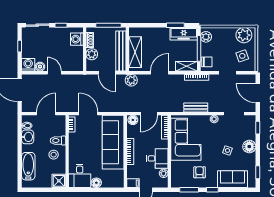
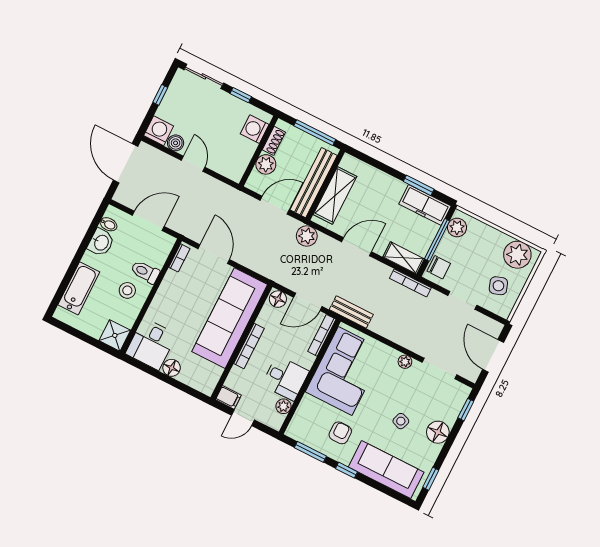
door: (107, 73) -> (275, 205), swing flipped
bench: (196, 108) -> (351, 312), moved
sofa: (232, 179) -> (386, 470), width x1.36

